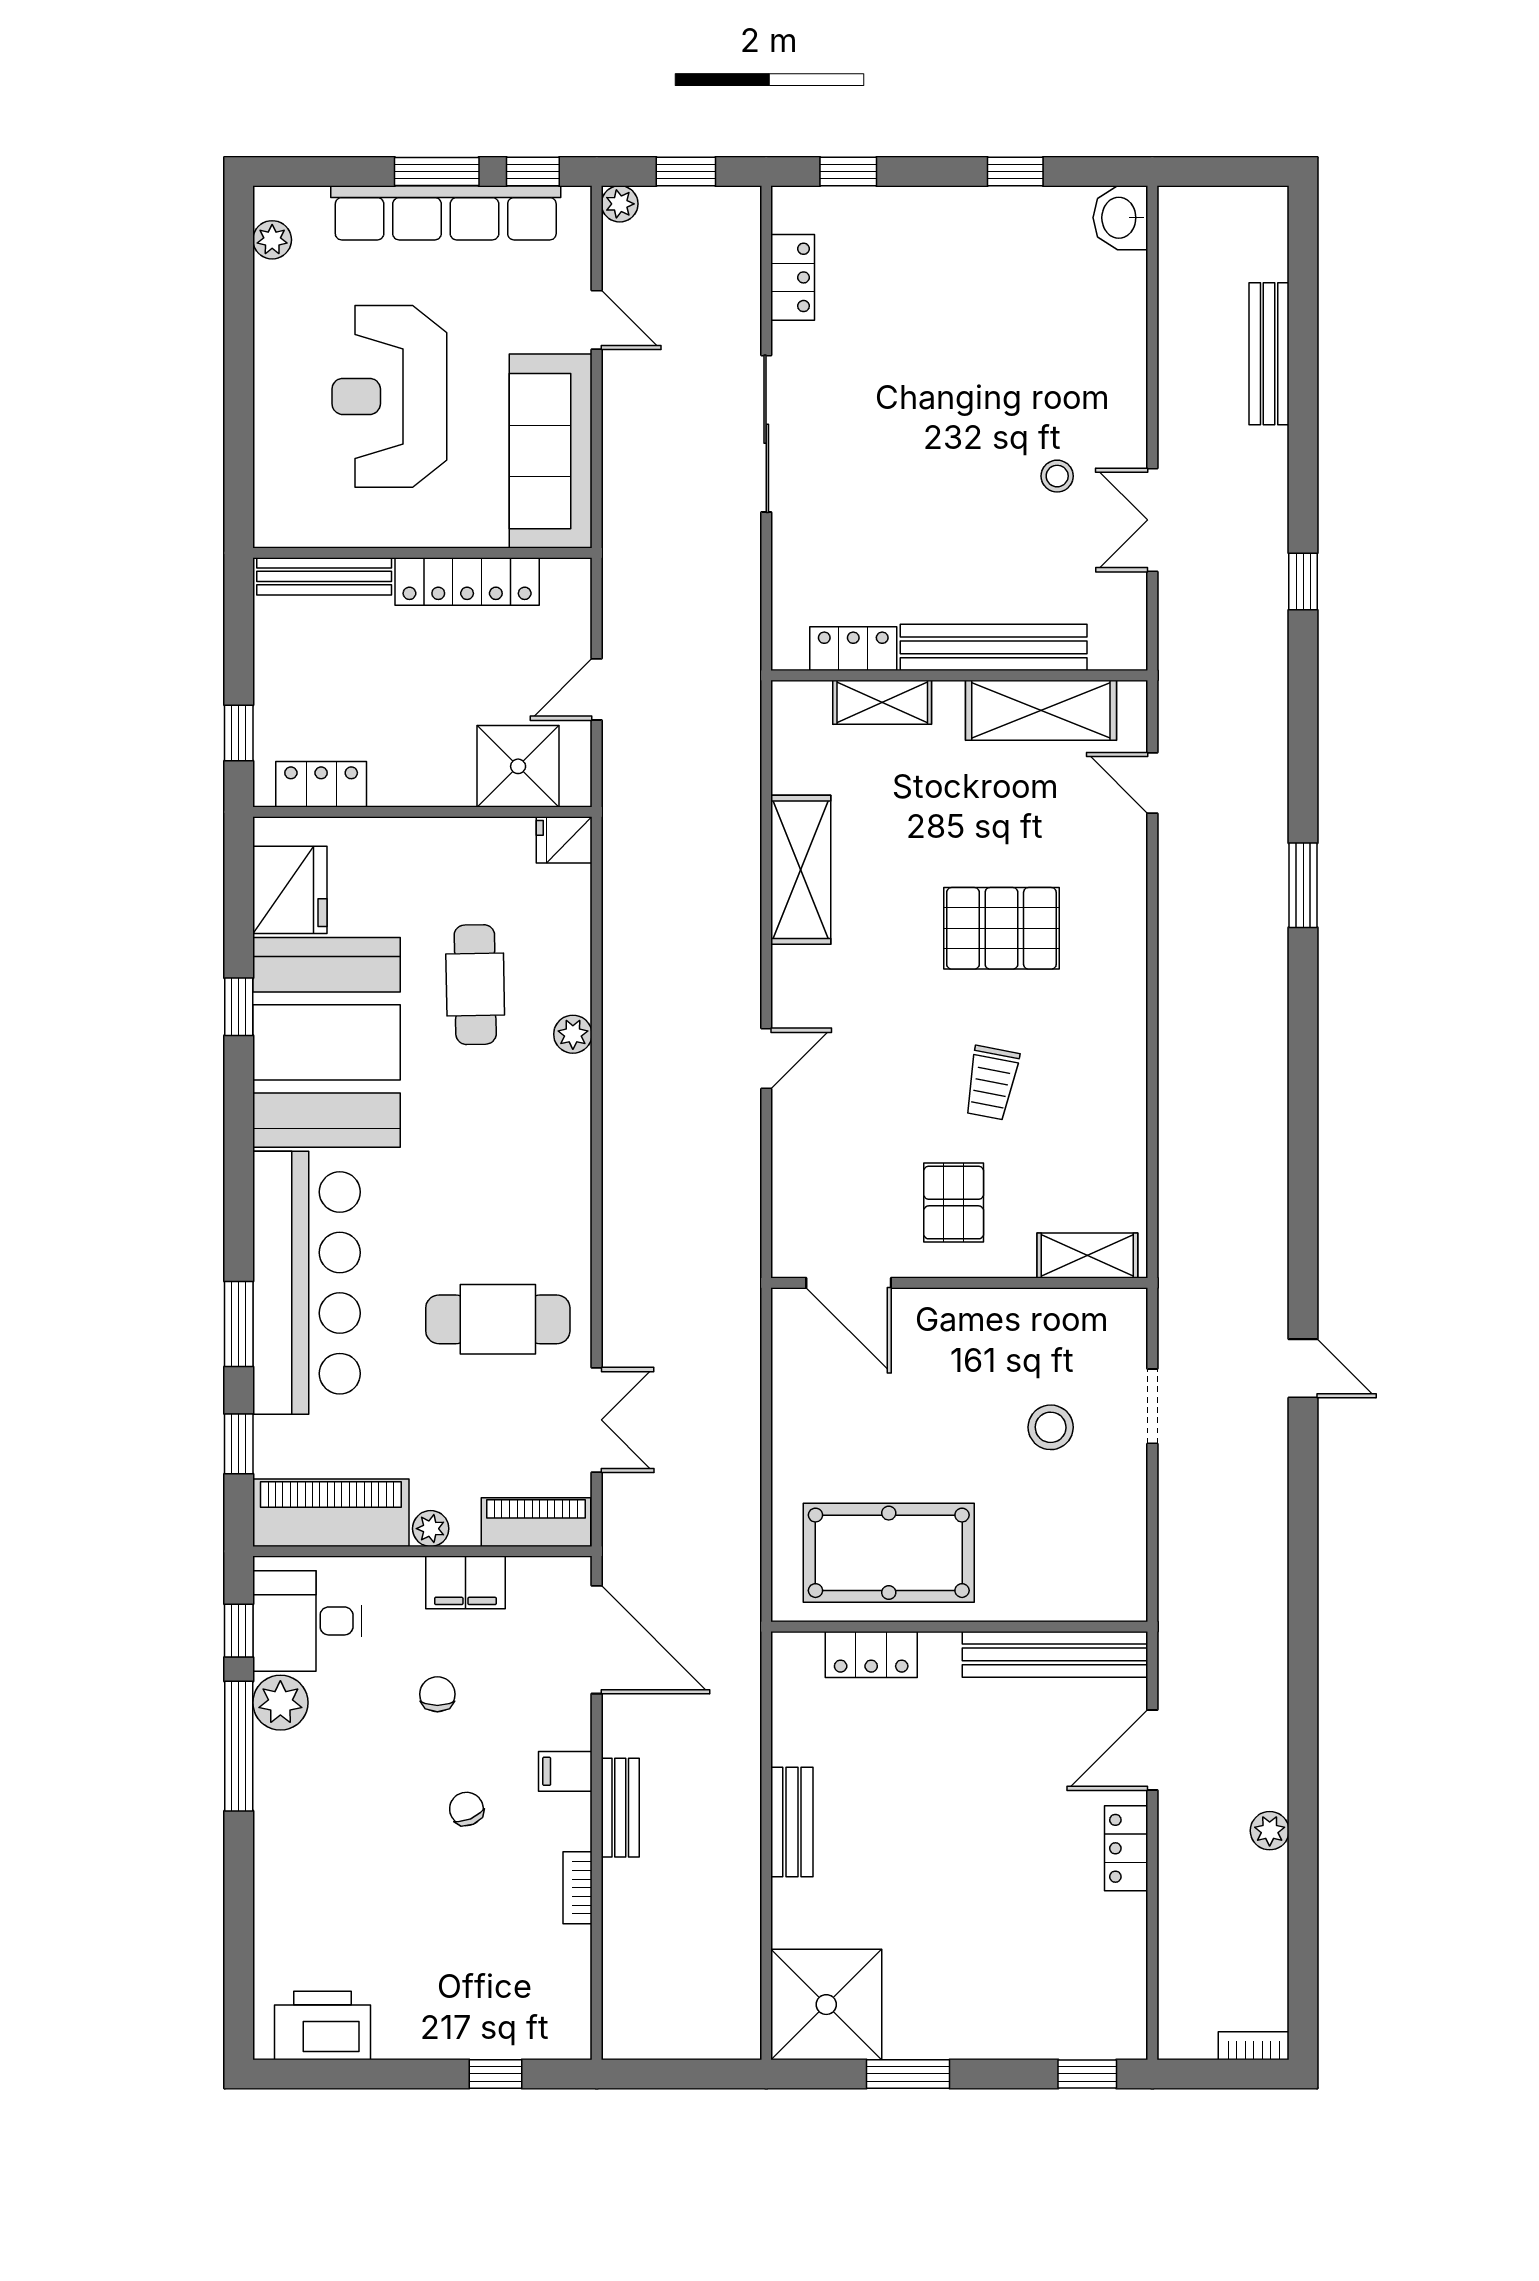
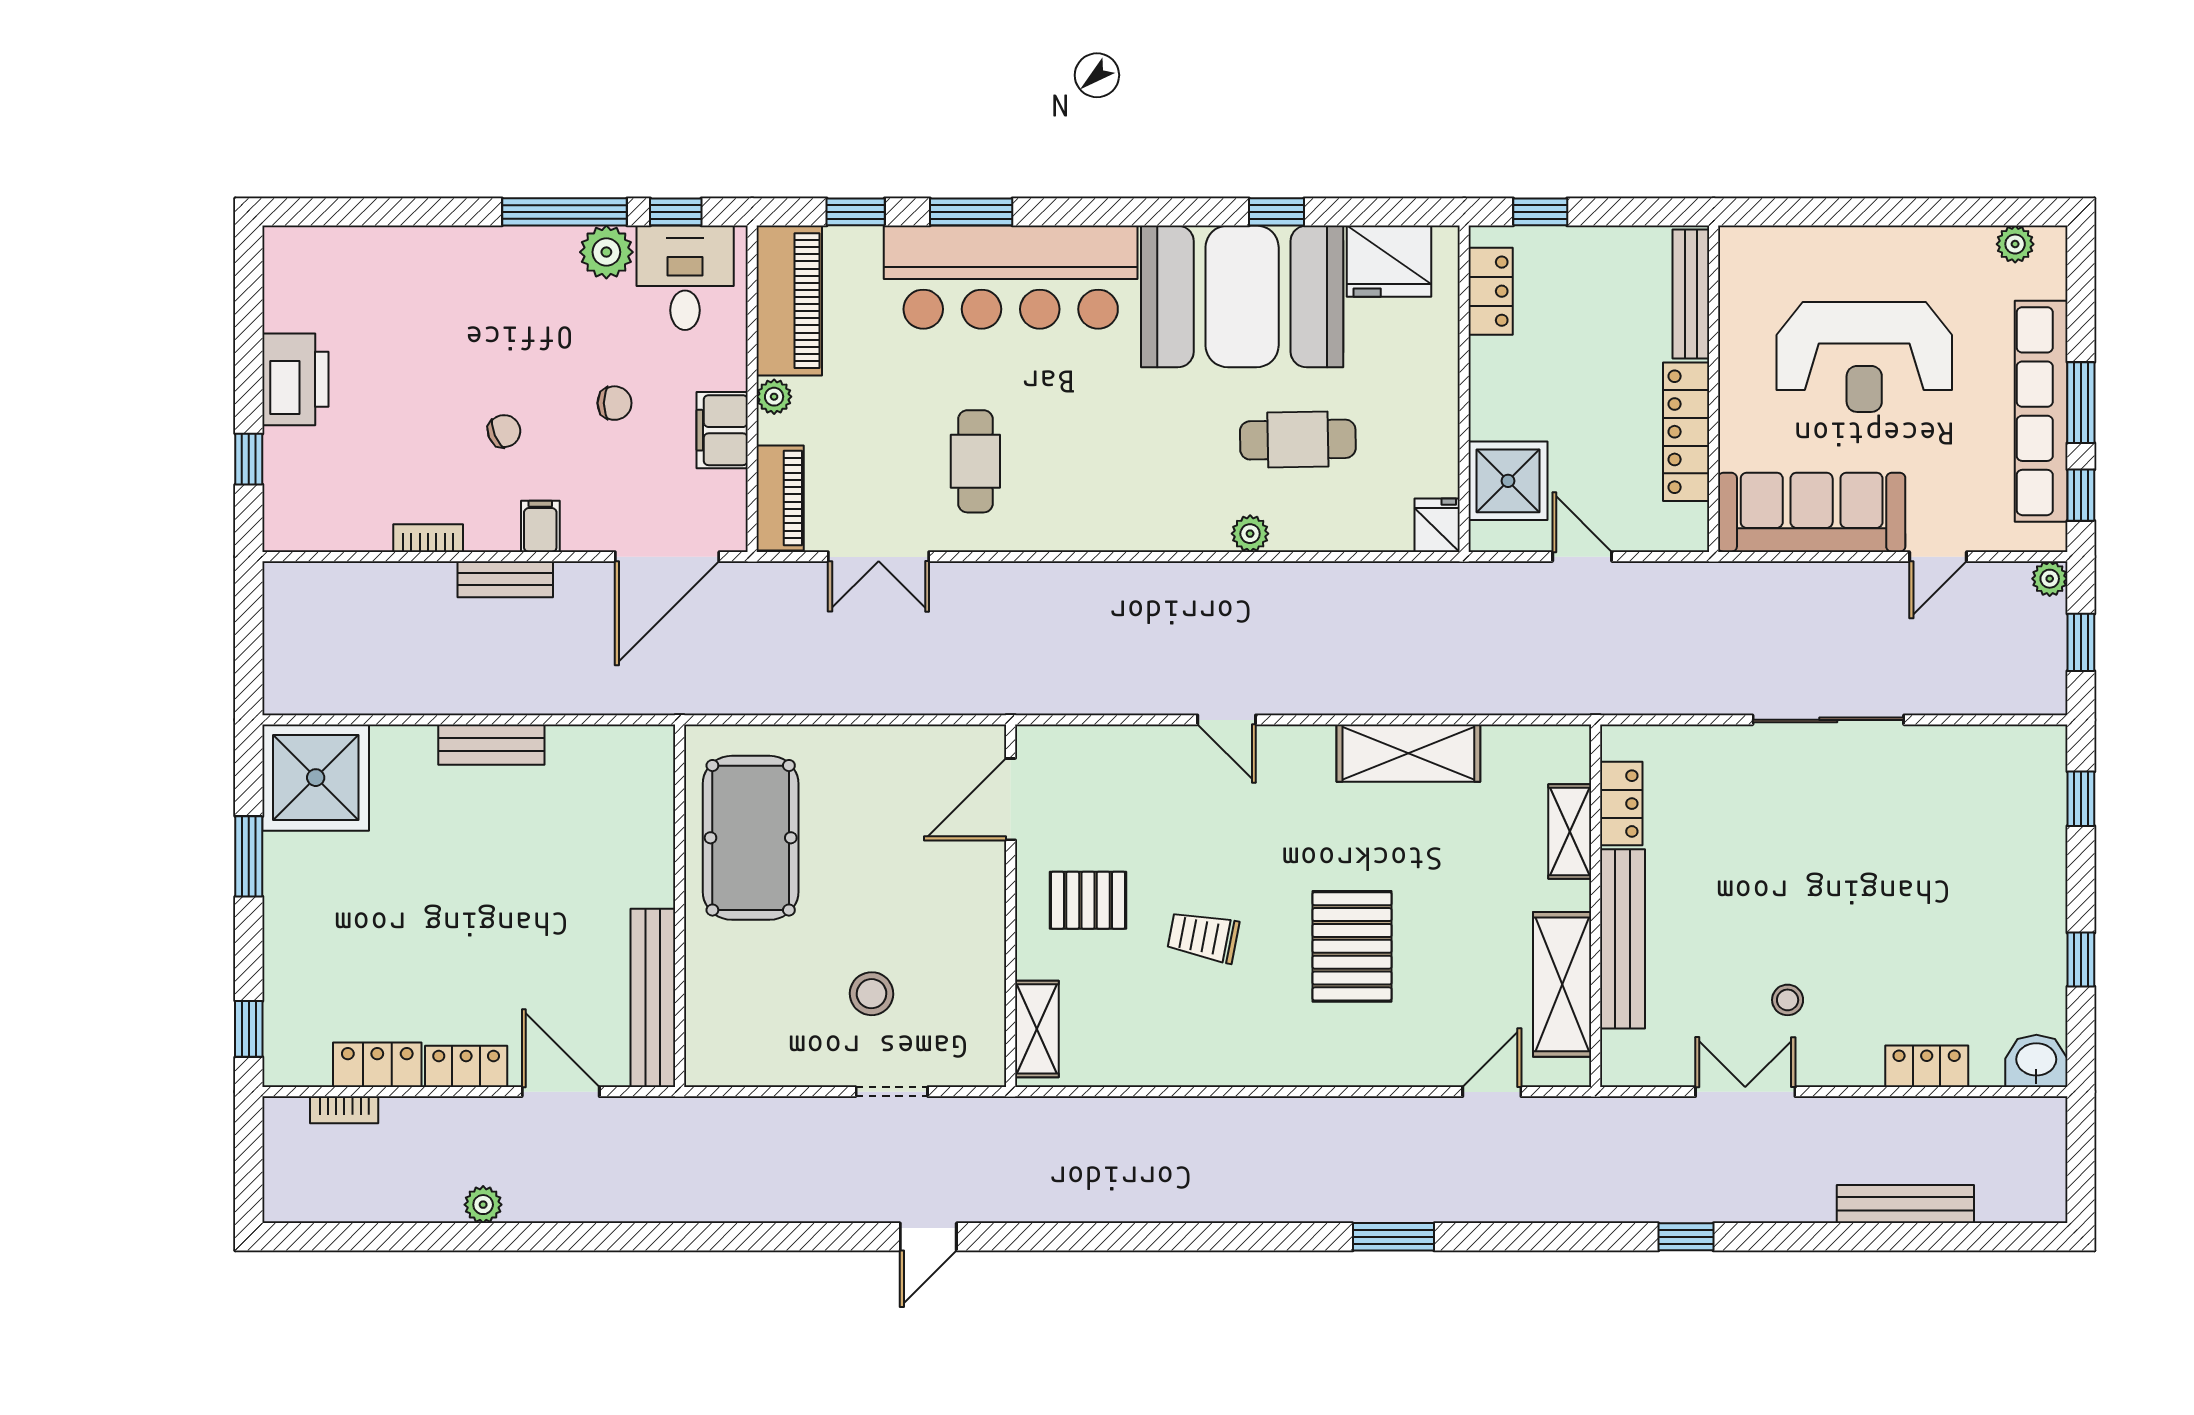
locker: (793, 277) -> (1927, 1066), moved, turned 180
reception desk: (389, 396) -> (1864, 357), turned 180
cafe table: (498, 1319) -> (975, 461), width x0.73, depth x0.74
locker: (871, 1655) -> (377, 1065), moved, turned 90
printer: (323, 2026) -> (295, 379), moved
bookcase: (1254, 2046) -> (344, 1110), moved, turned 90

